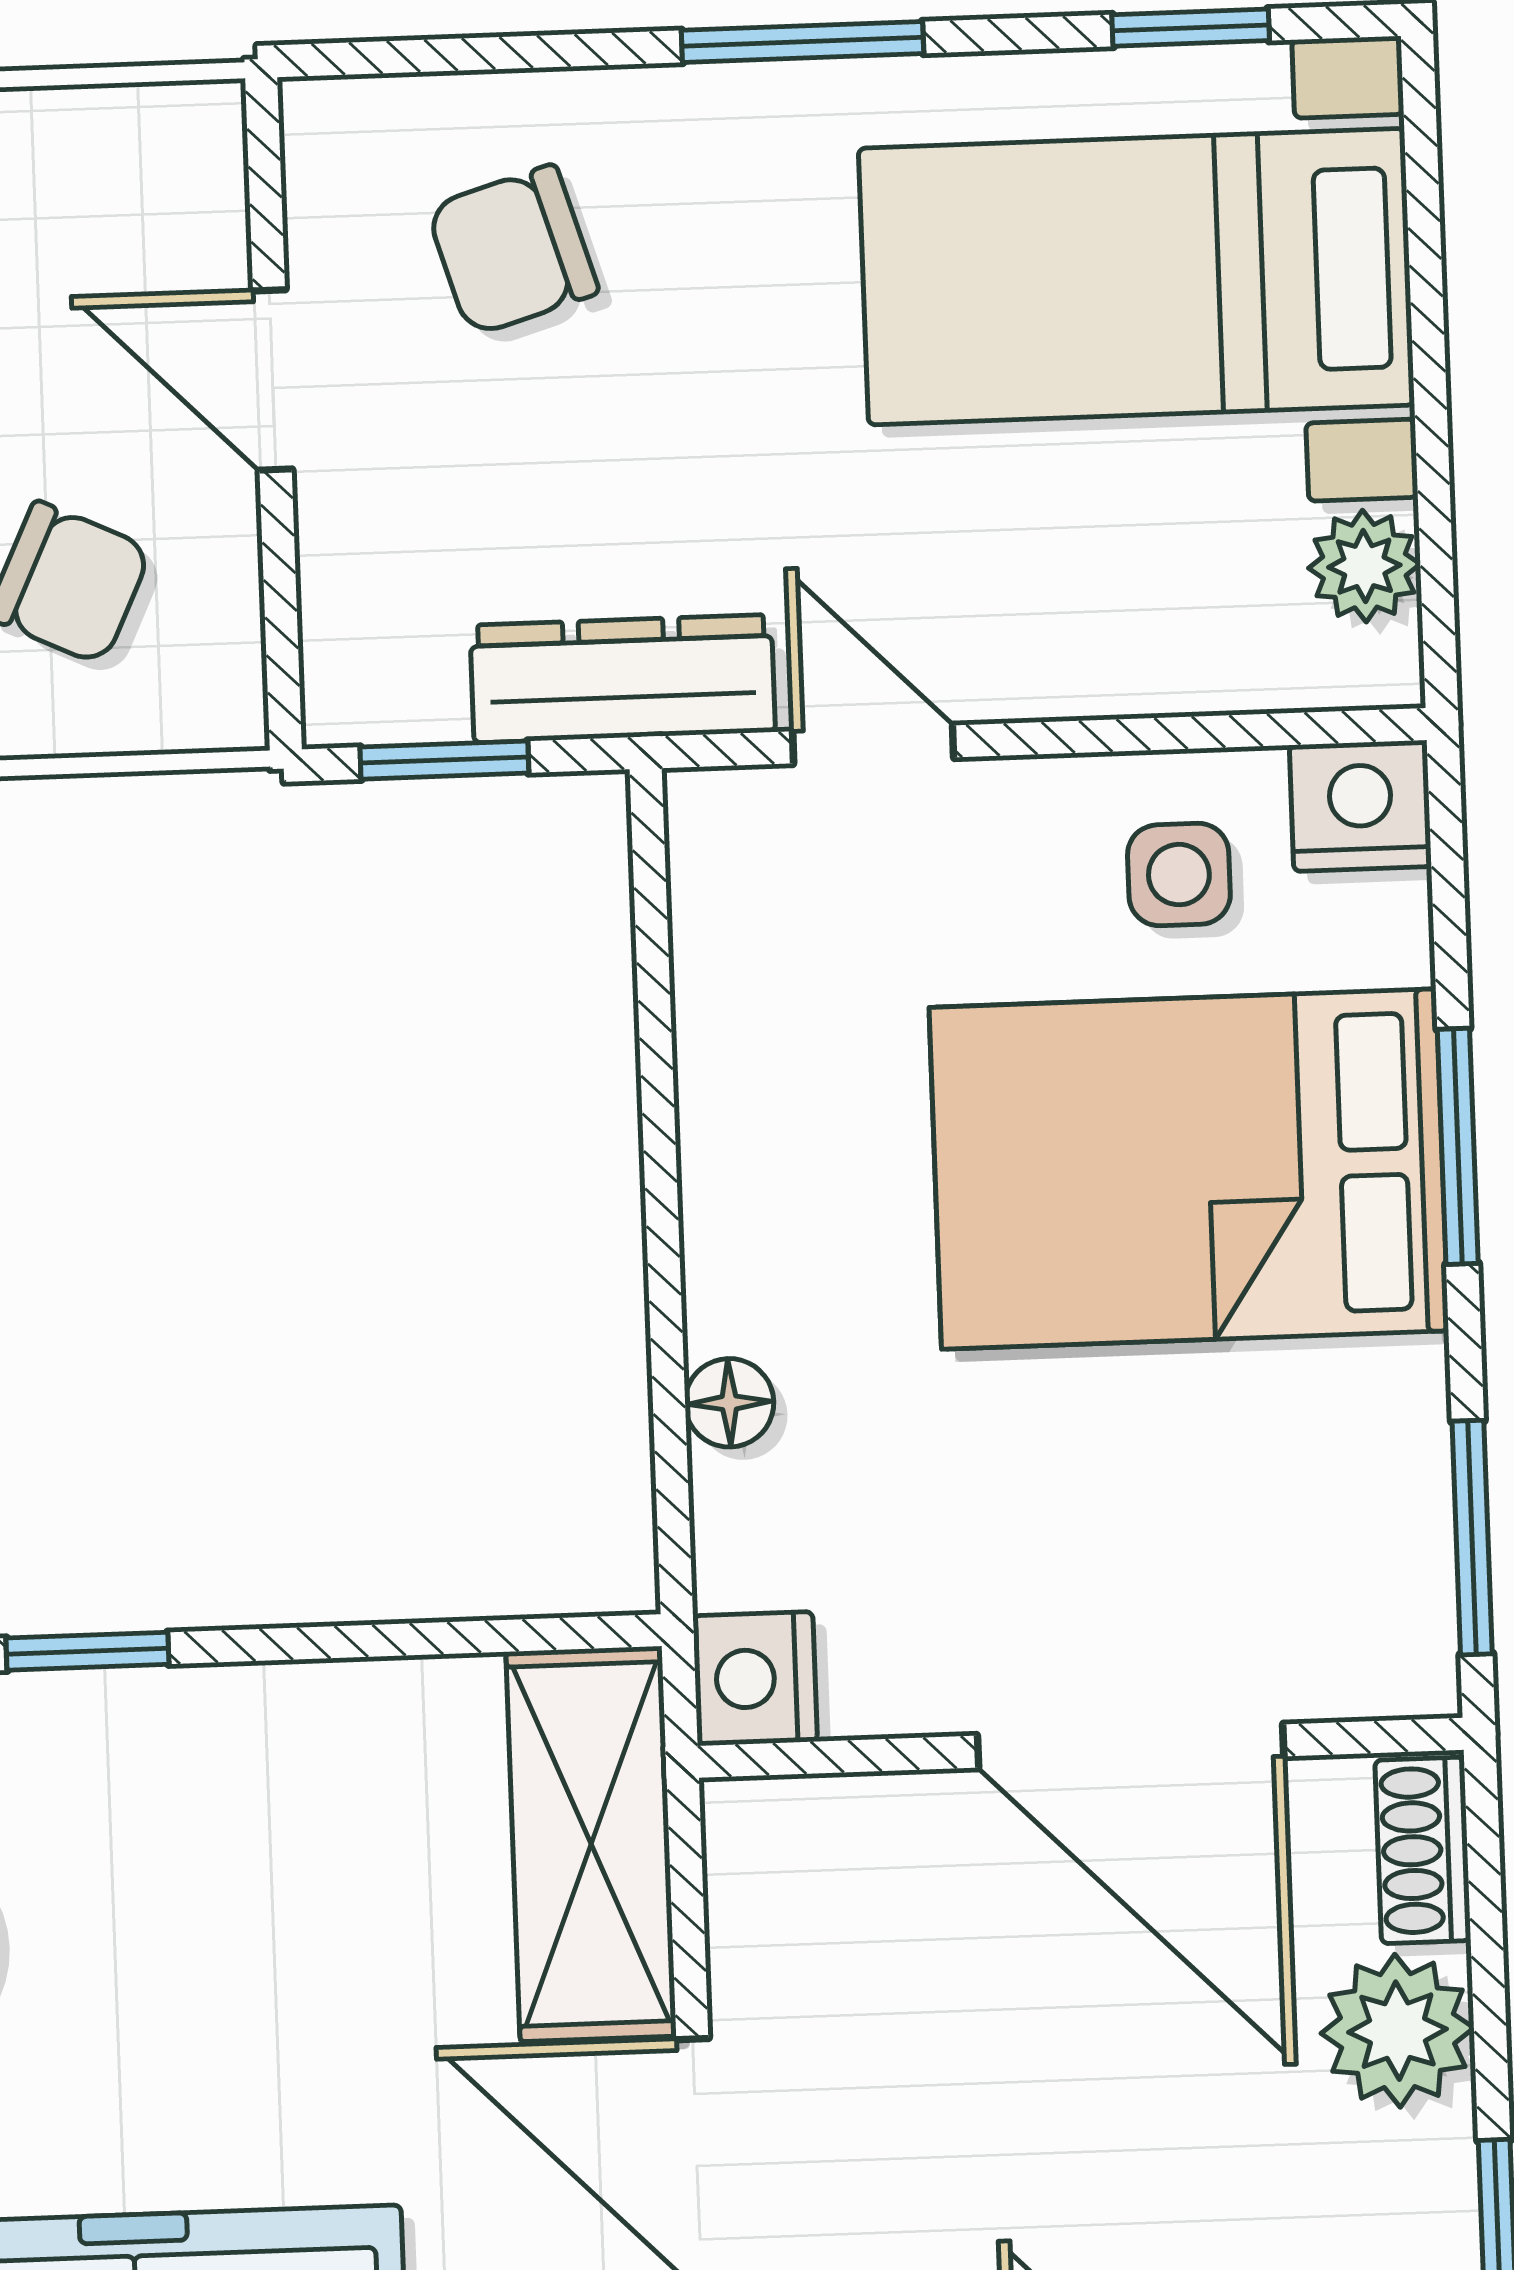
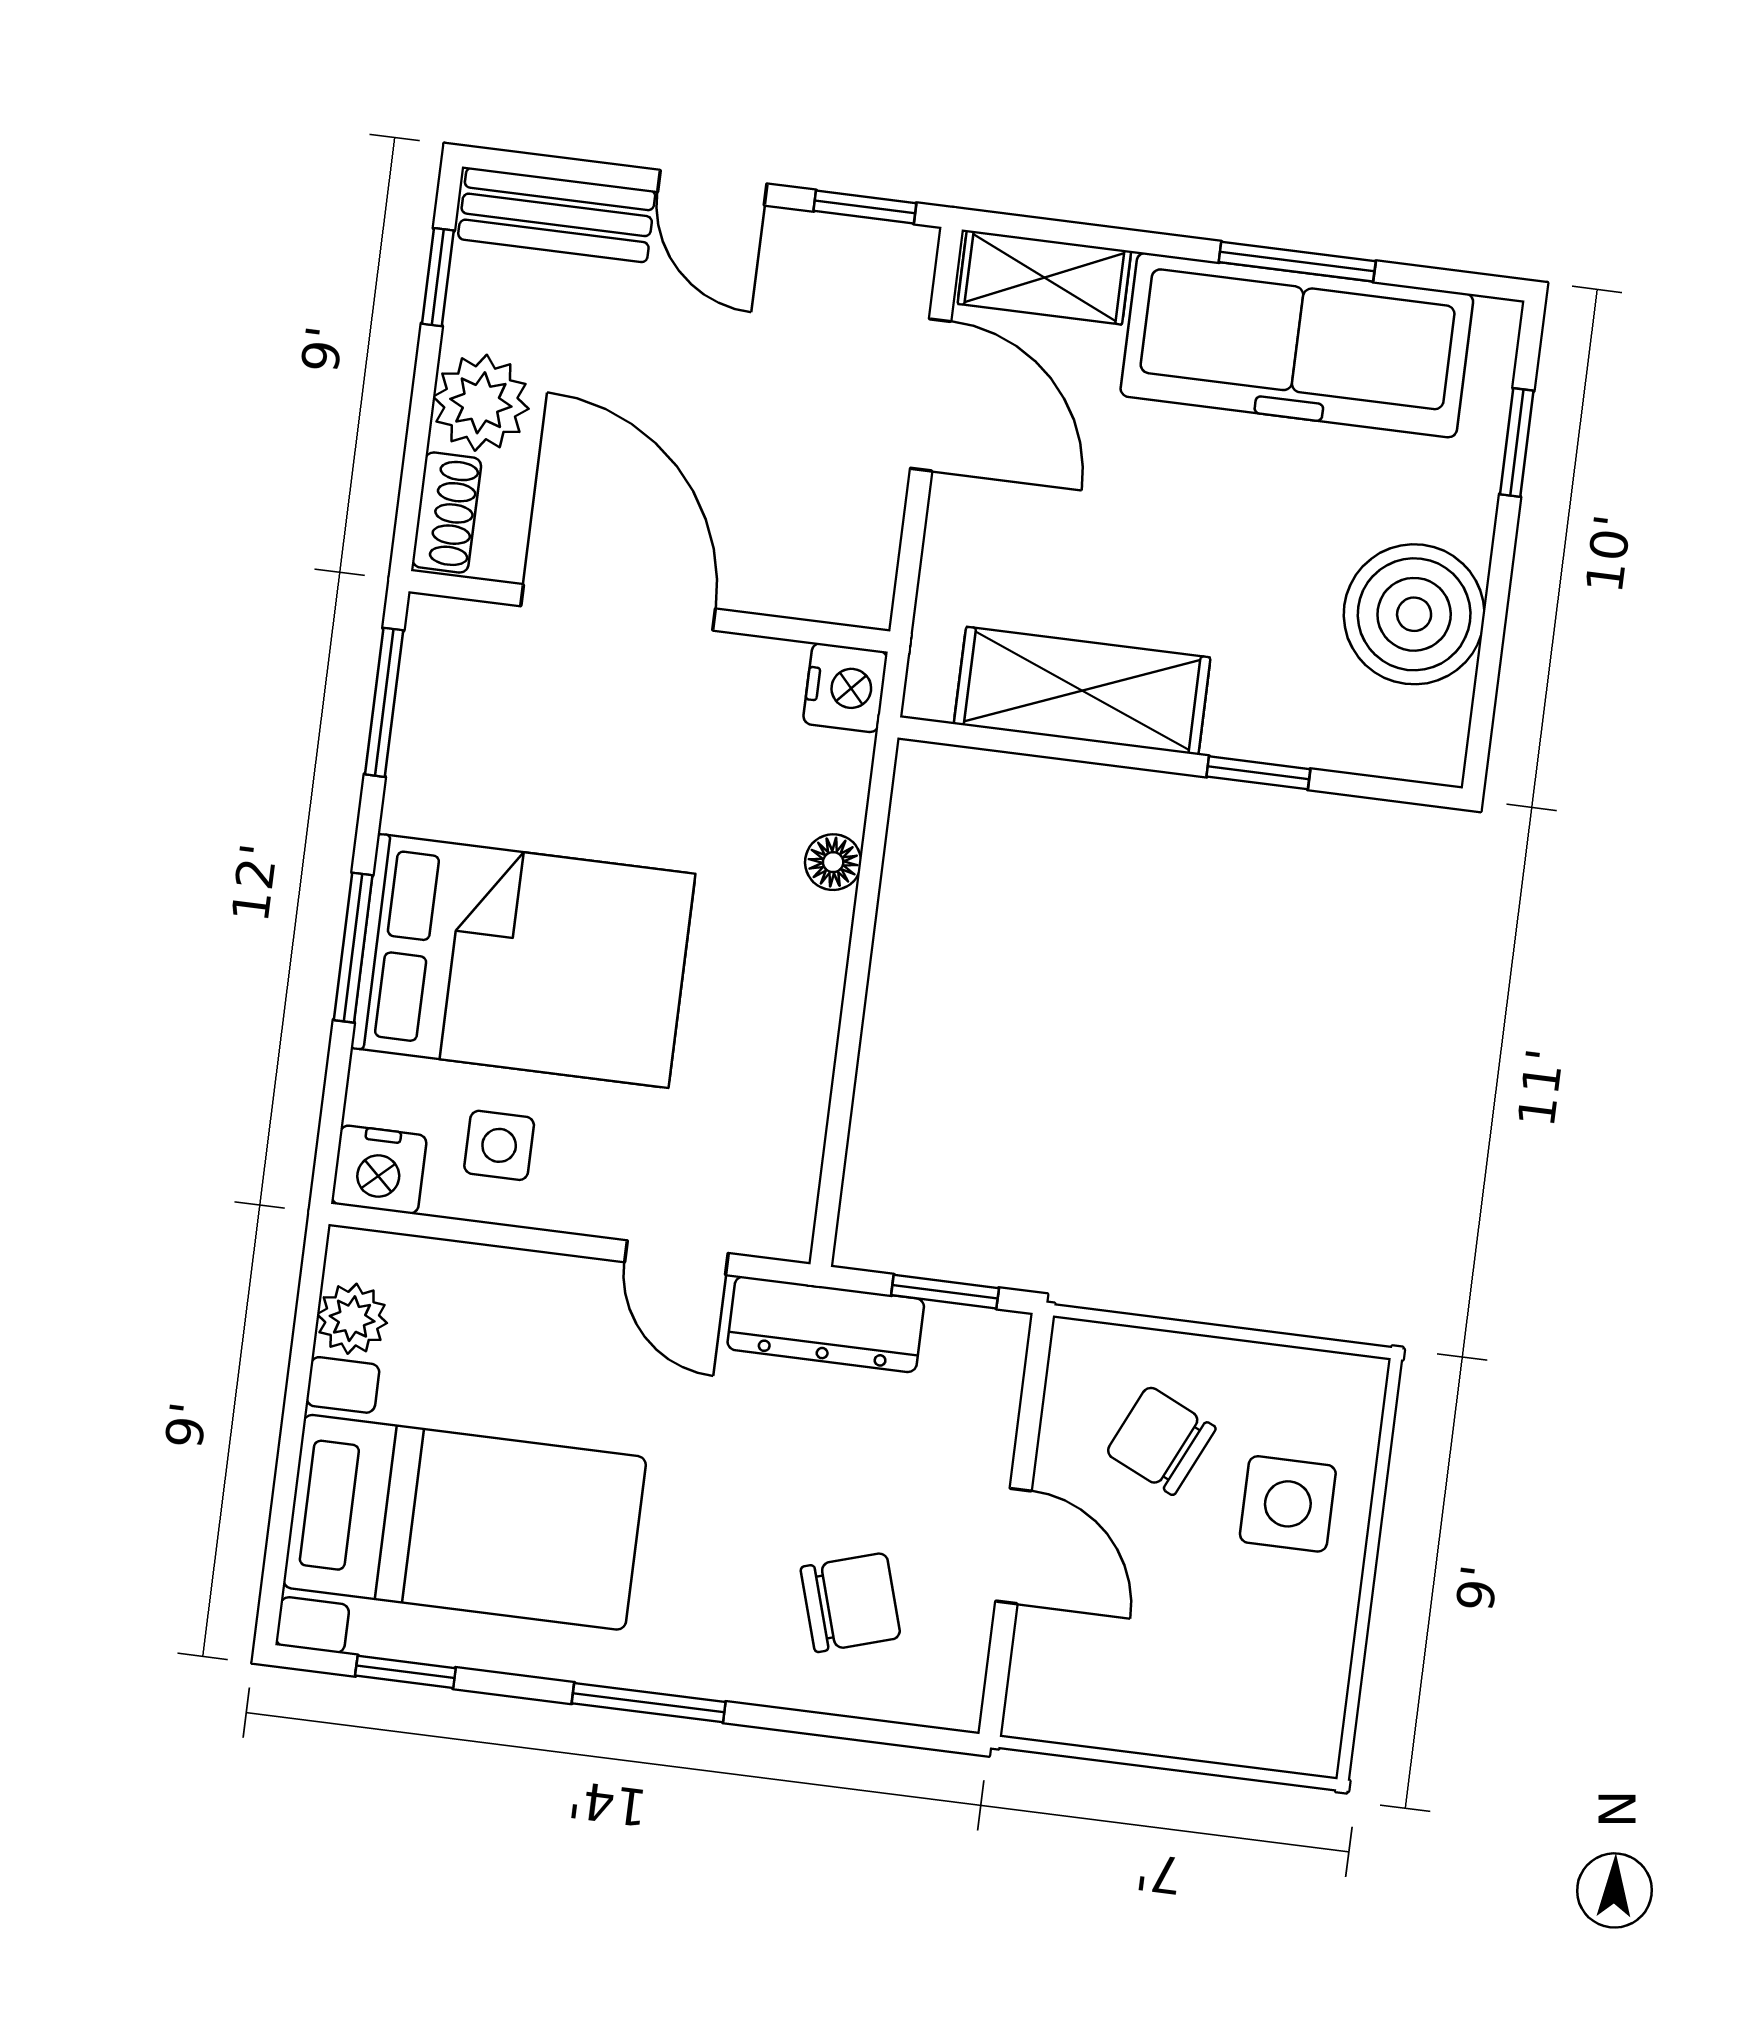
shelving: (591, 1844) -> (1082, 691), moved, turned 90

